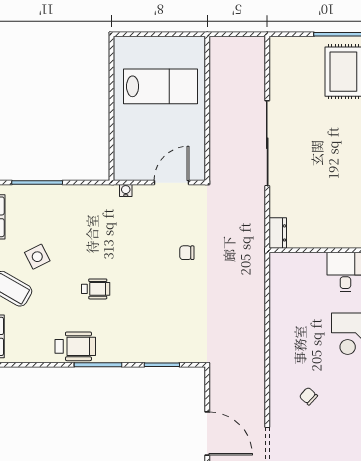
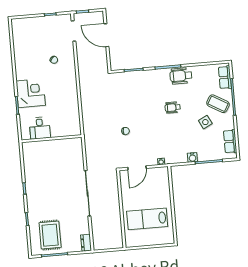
water cooler: (67, 193) -> (192, 157), added
dresser: (278, 233) -> (86, 243), moved

